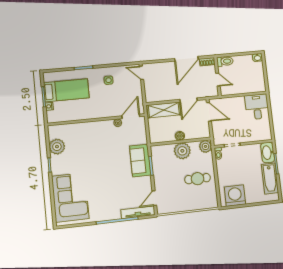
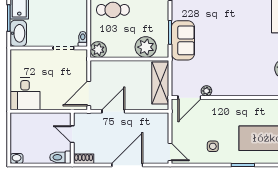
door: (186, 59) -> (127, 165), moved
shelving: (164, 110) -> (160, 83), moved, turned 90
door: (209, 112) -> (89, 93), hinge flipped
boiler: (180, 136) -> (130, 66), removed
plant: (182, 151) -> (146, 47), moved

